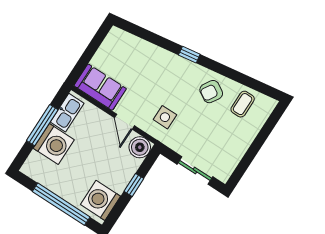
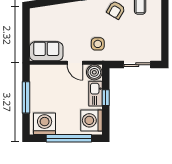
kitchen sink: (67, 113) -> (95, 94), moved, turned 180
washing machine: (54, 144) -> (45, 124), moved, turned -90

